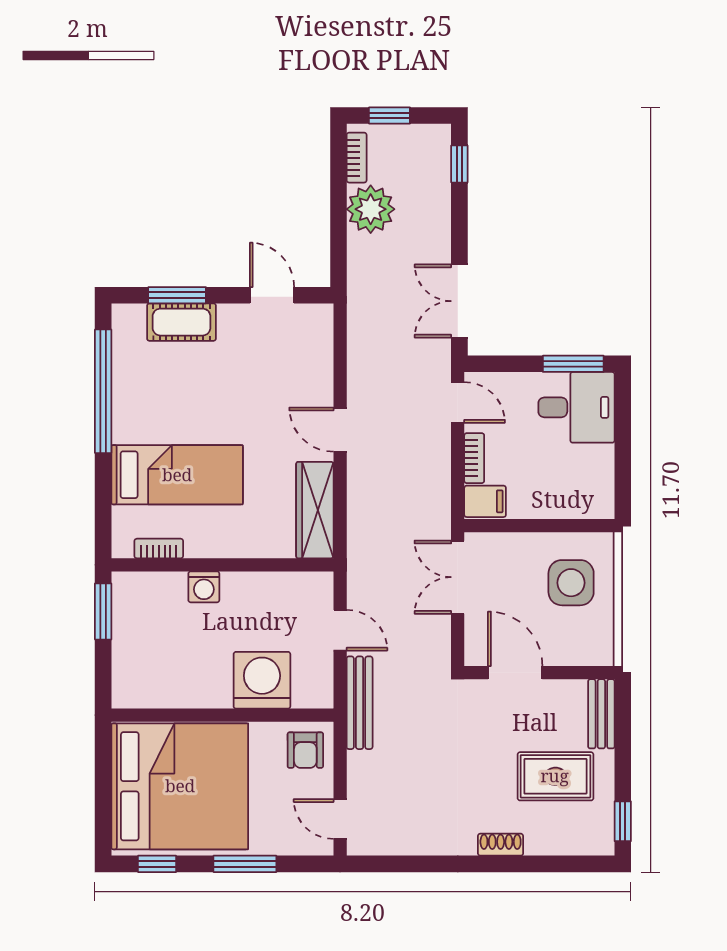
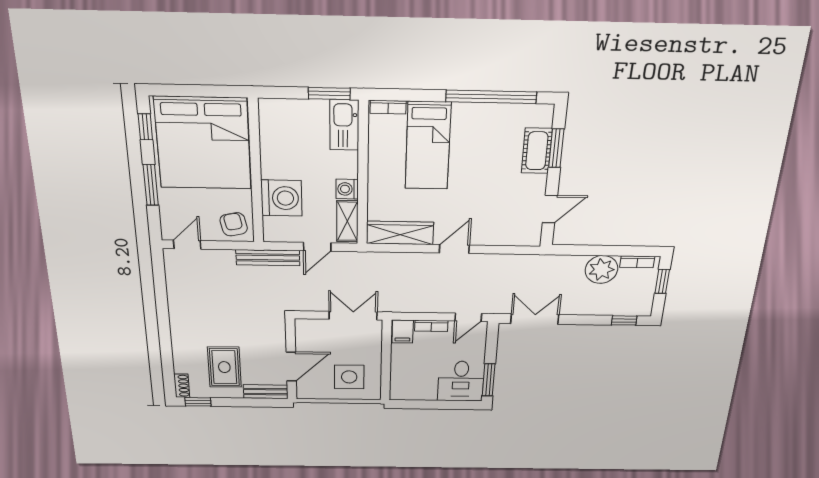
bookcase: (159, 549) -> (388, 107), moved, turned 90
shelving: (297, 586) -> (347, 221), added
washing machine: (204, 587) -> (347, 189), moved
kitchen sink: (149, 591) -> (344, 125), added
door: (515, 673) -> (291, 367), moved
armchair: (305, 750) -> (234, 224), turned 78
shoe rack: (501, 845) -> (182, 386), moved

